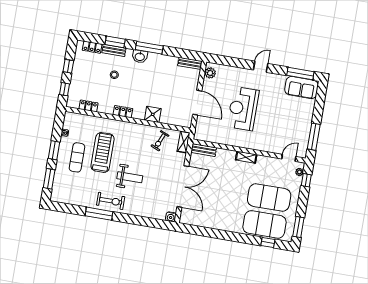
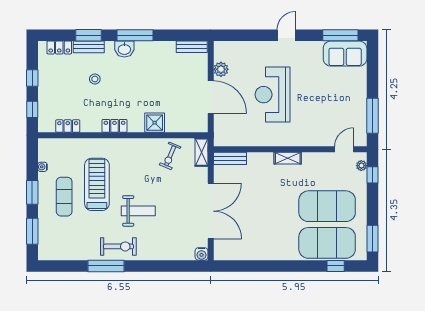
plant: (210, 73) -> (221, 69), moved

